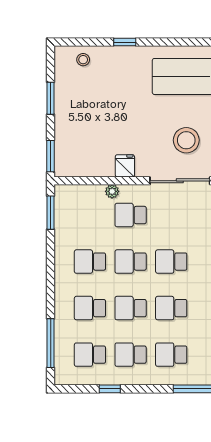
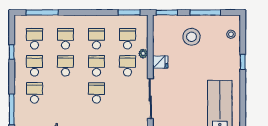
window: (51, 98) -> (205, 12), width x1.44
stool: (186, 140) -> (192, 37), moved
school desk: (171, 308) -> (128, 39), moved

